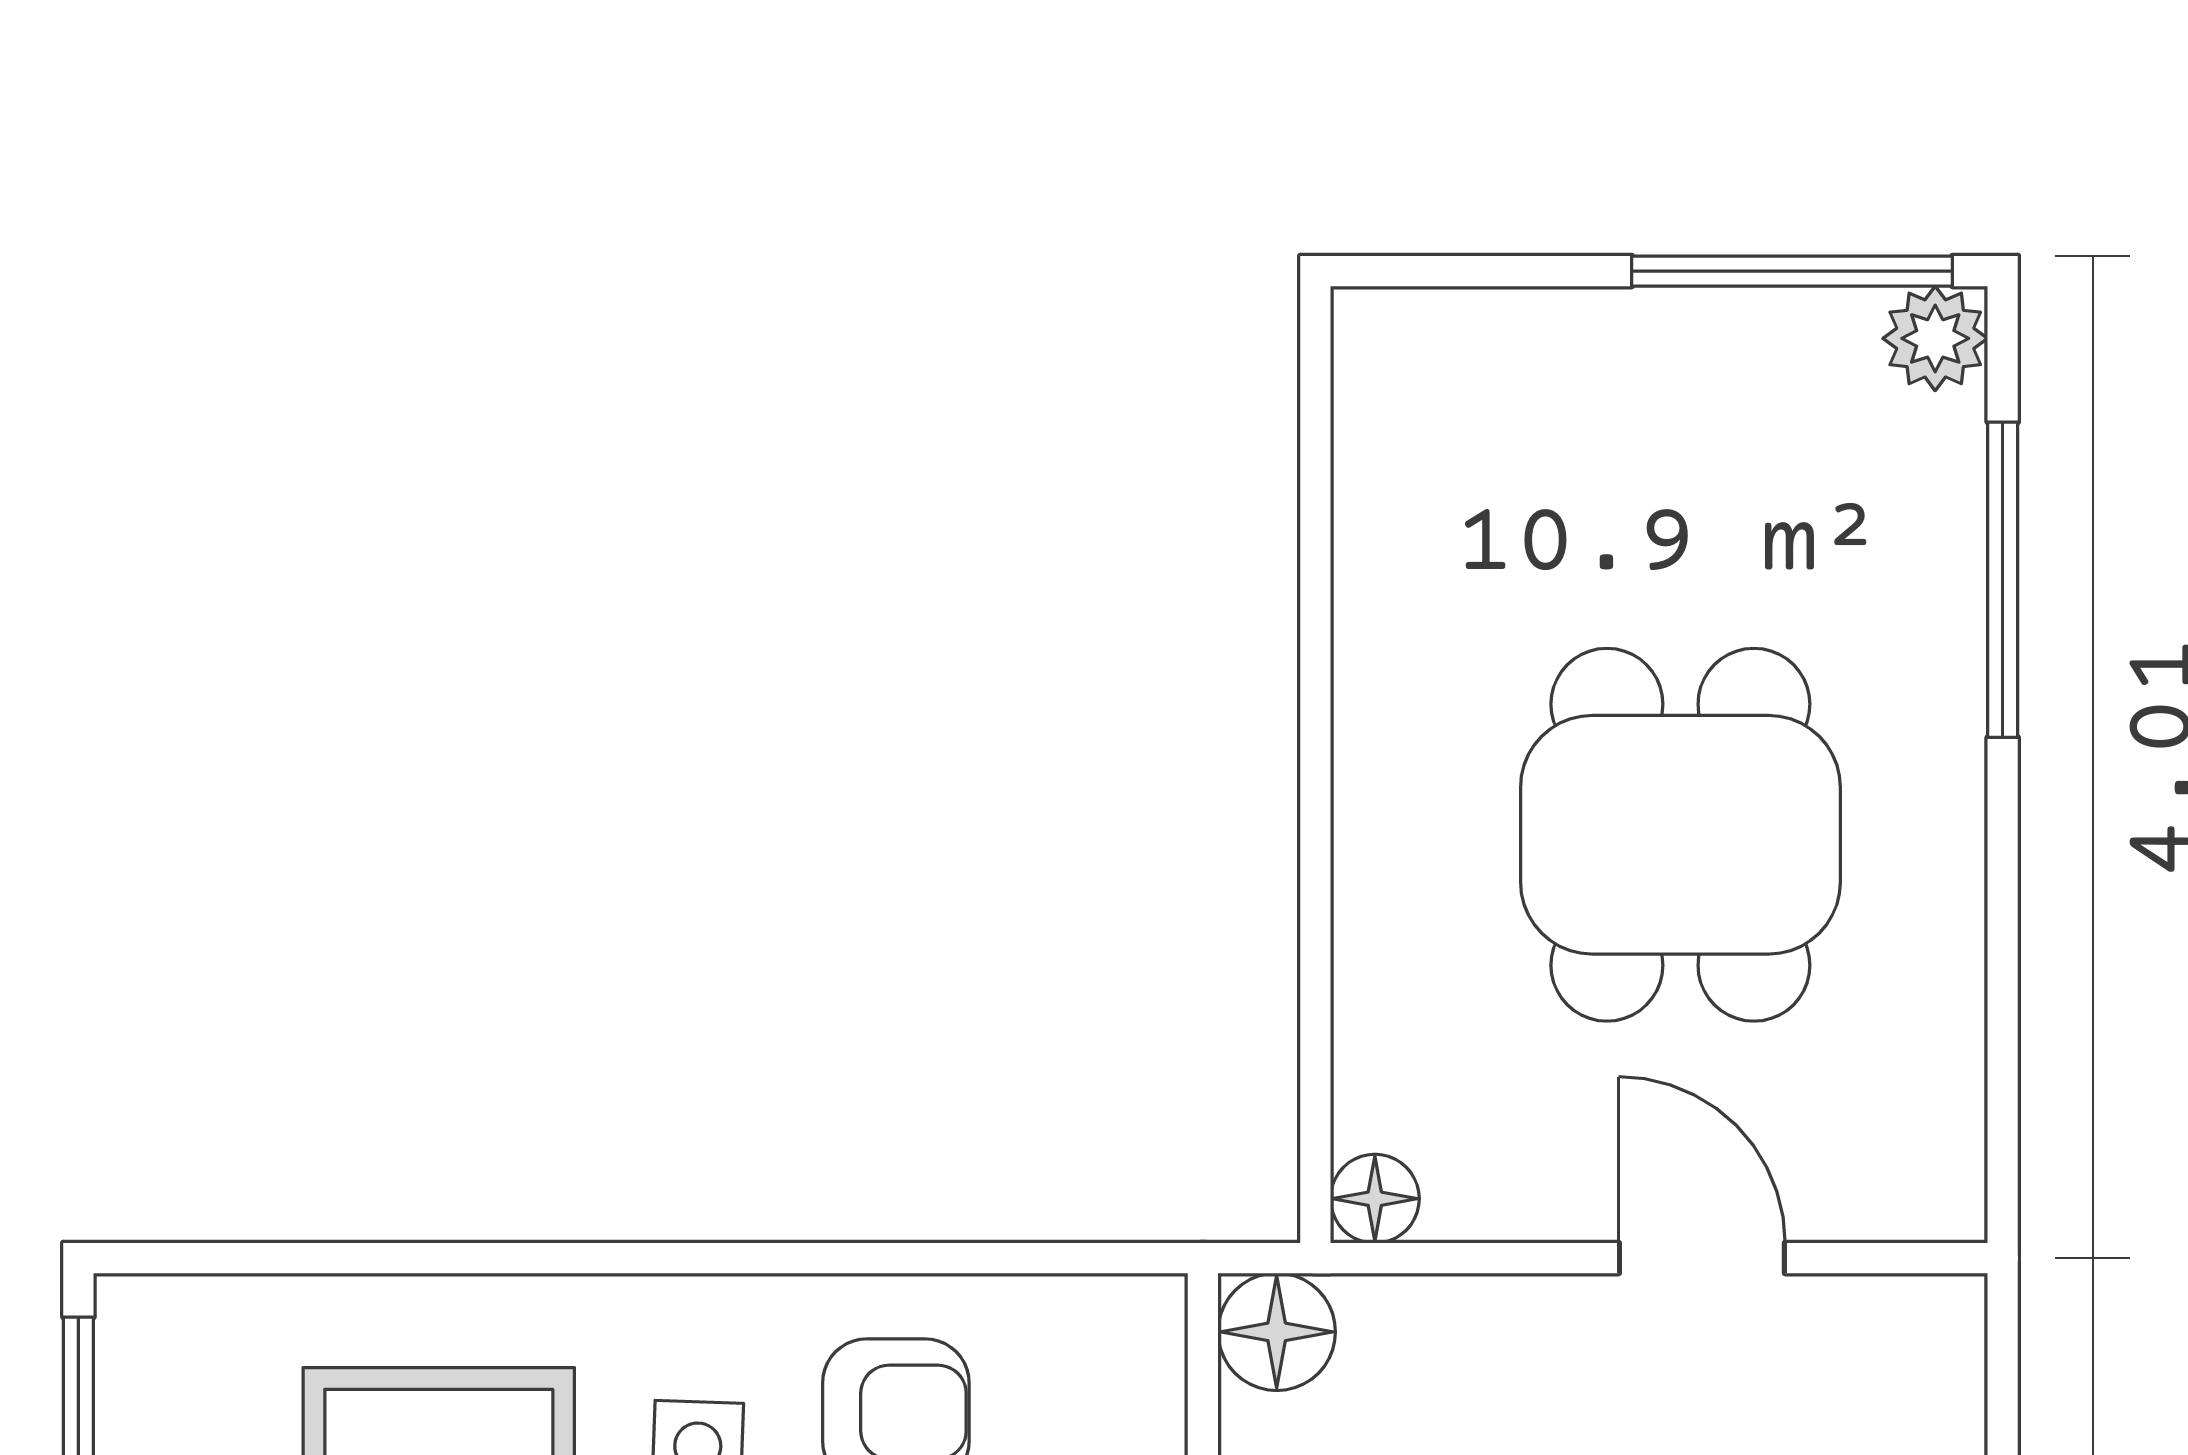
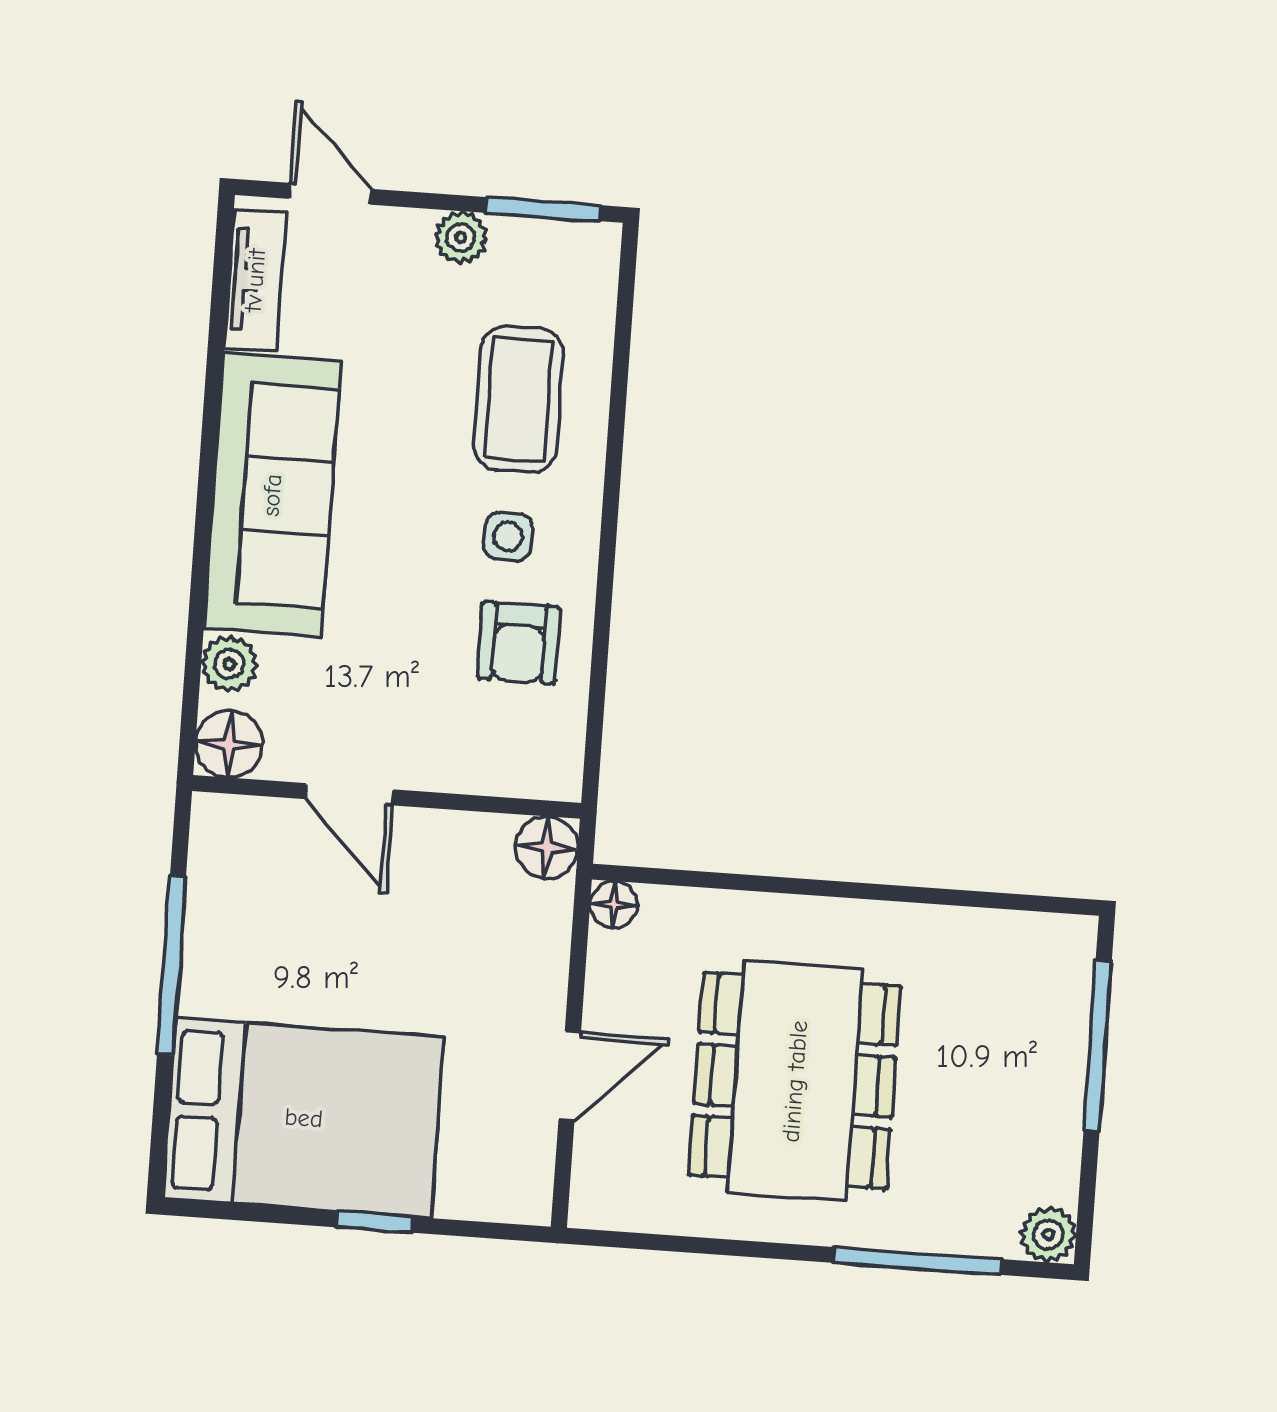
window: (1792, 271) -> (1098, 1046), moved
dining table: (1680, 835) -> (795, 1081), width x1.38

